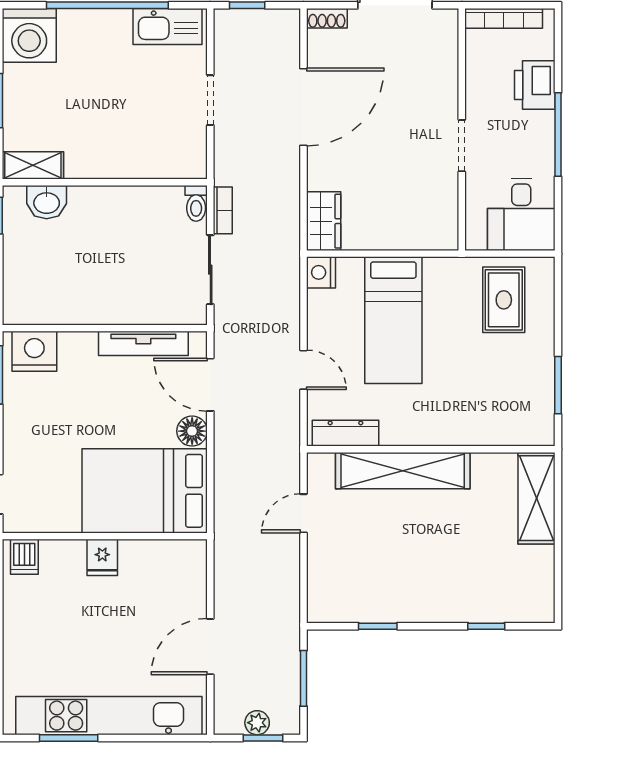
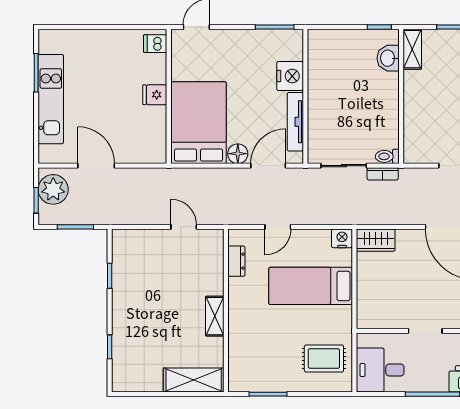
nightstand: (34, 351) -> (290, 76), moved
dresser: (345, 433) -> (236, 261), width x0.70
shelving: (403, 471) -> (215, 316), width x0.45, depth x0.75
kitchen unit: (109, 716) -> (51, 99), width x0.73
plant: (257, 723) -> (53, 189), width x1.88, depth x1.88

